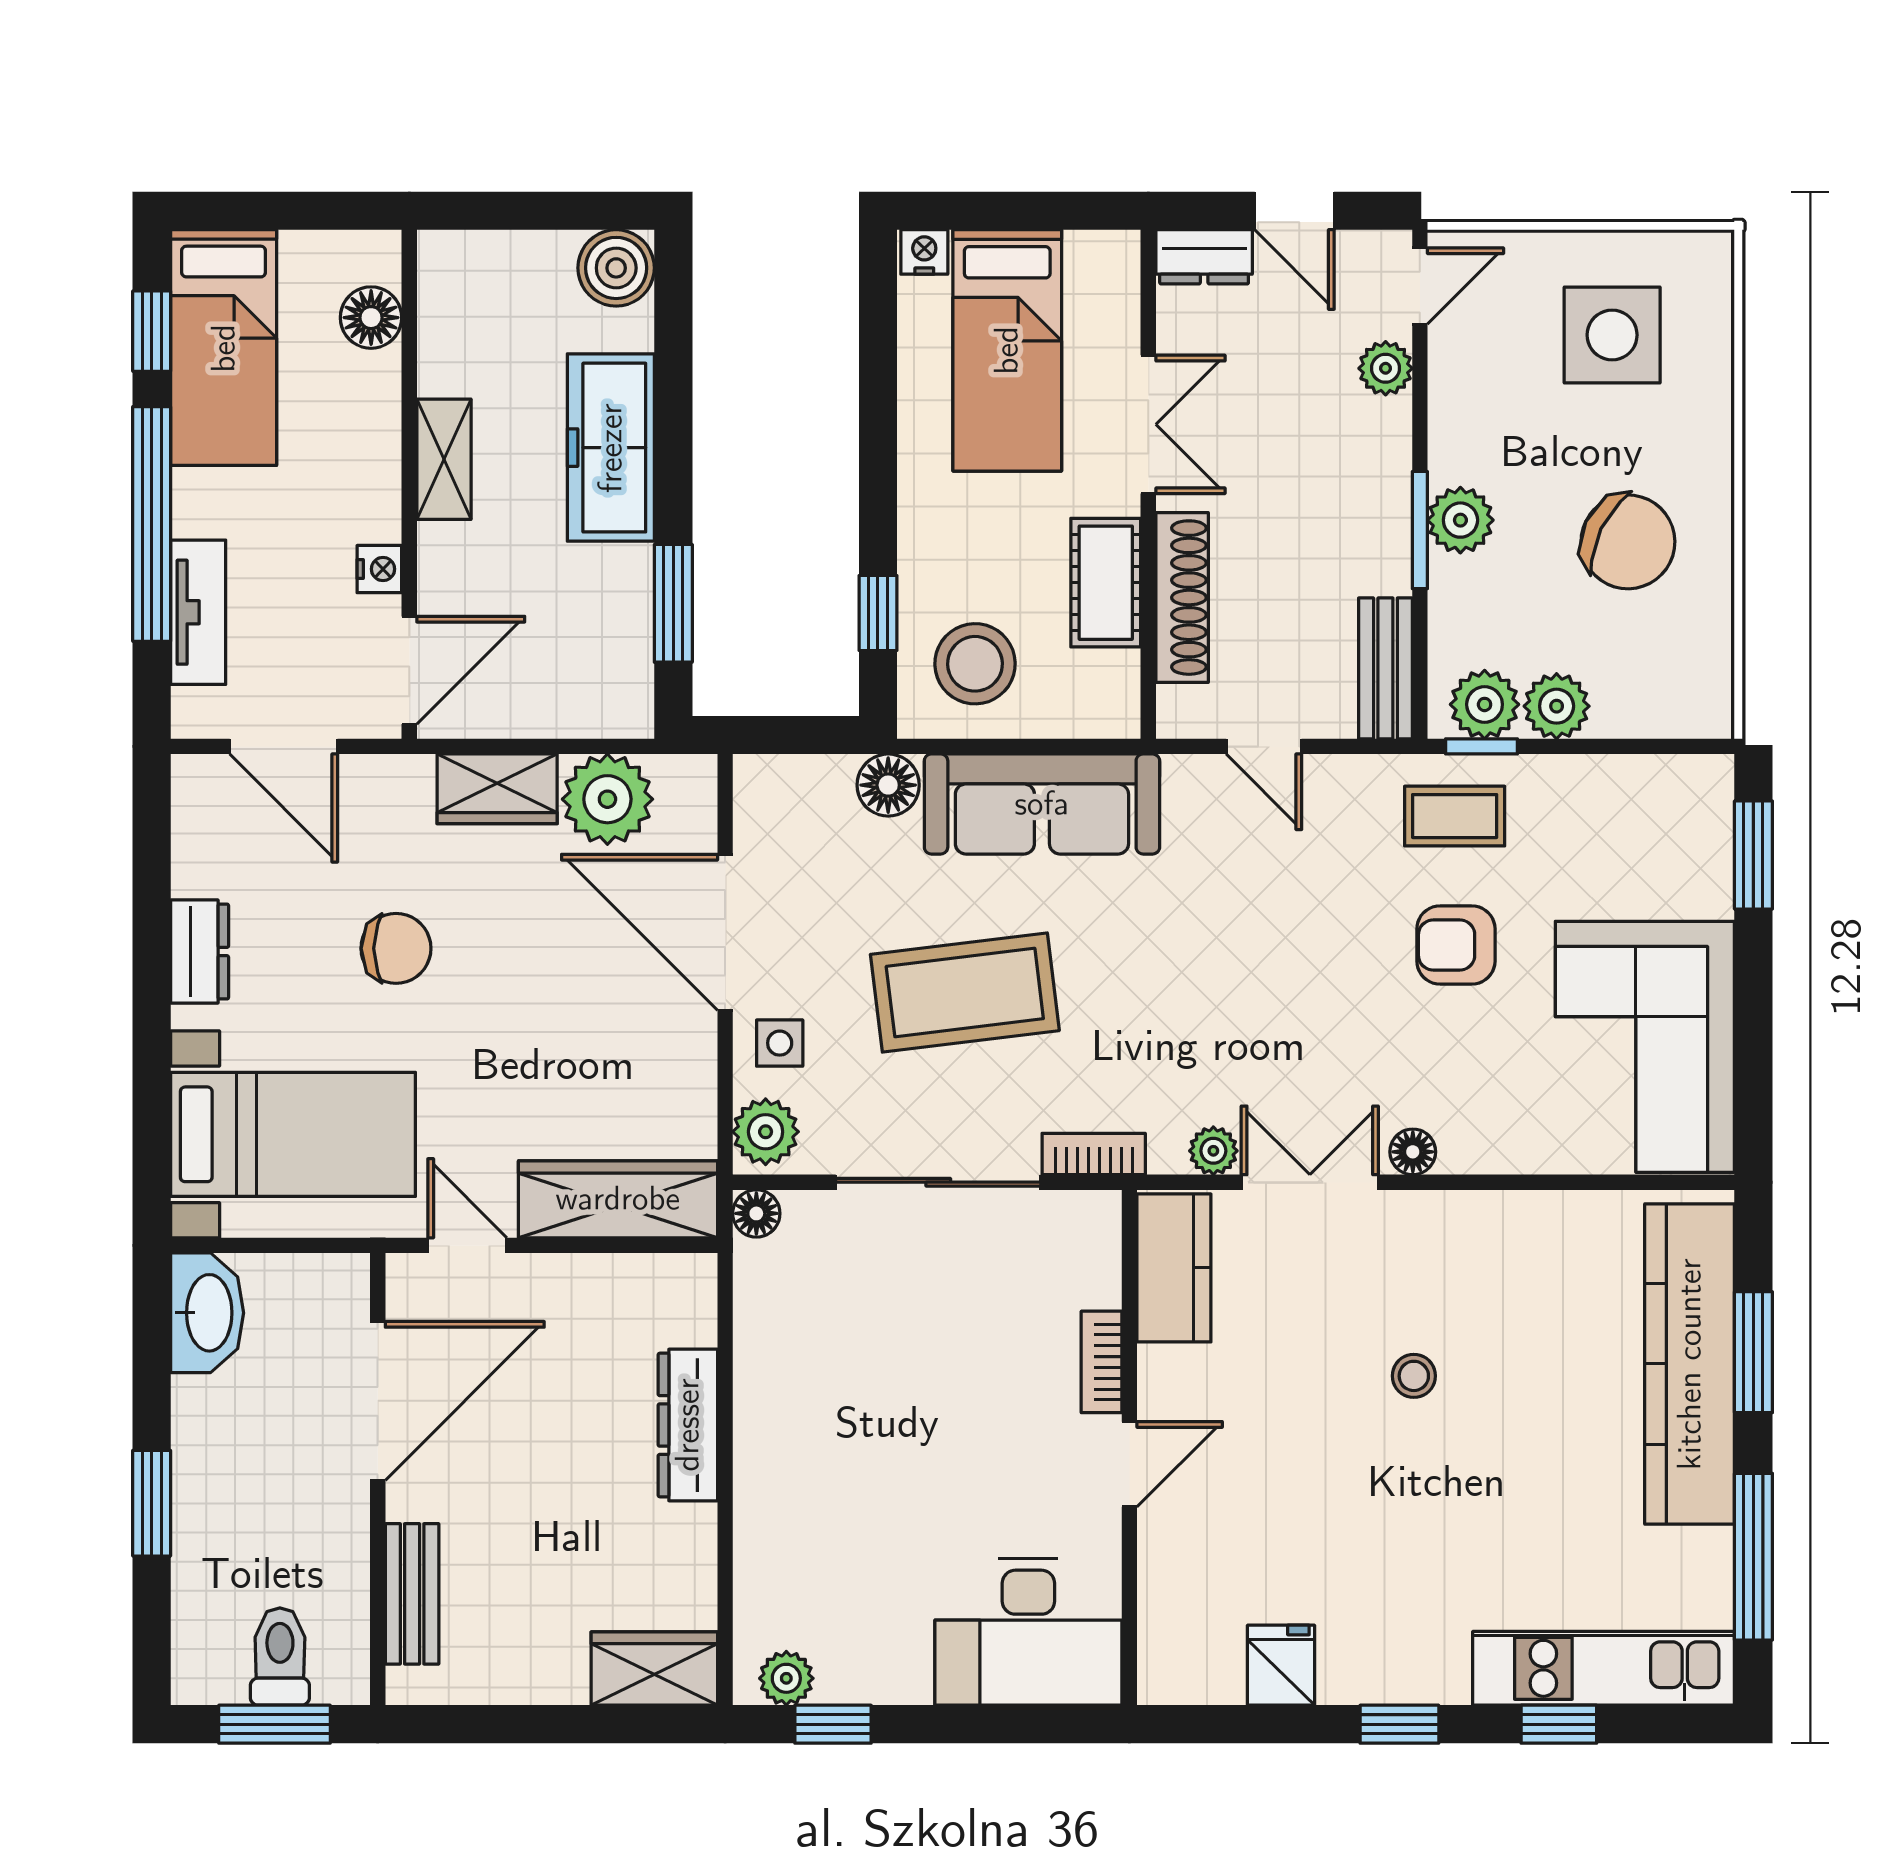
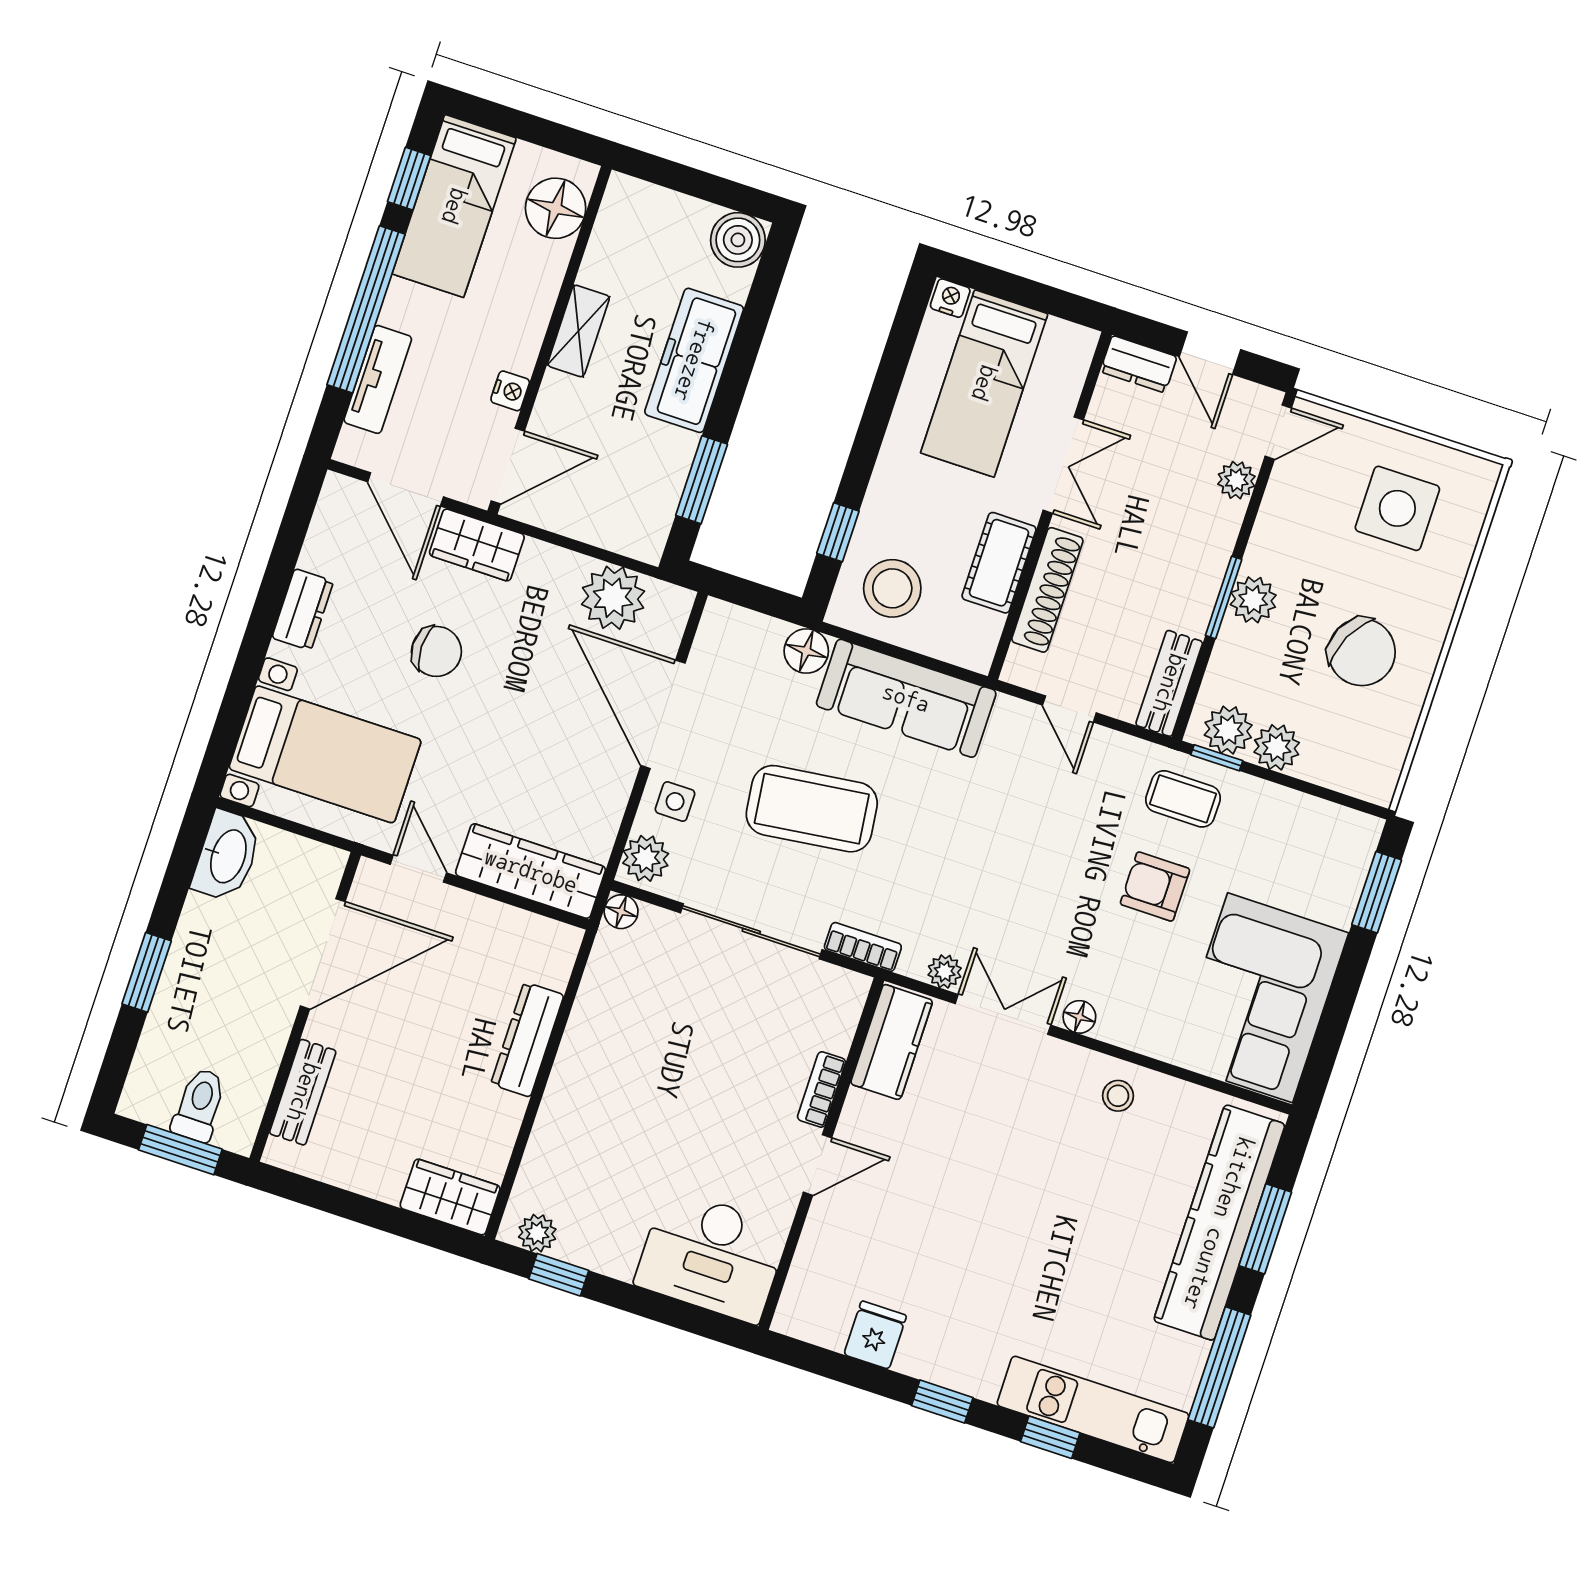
floor lamp: (371, 318) -> (556, 208), width x1.38, depth x1.38
wardrobe: (497, 789) -> (477, 545), moved
stool: (1414, 1376) -> (1118, 1096), moved

